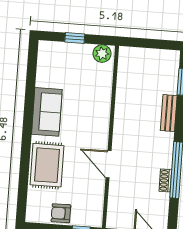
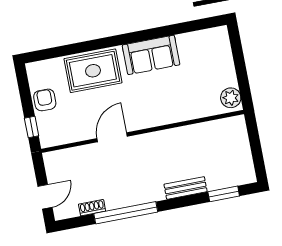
window: (75, 38) -> (240, 63), removed
shoe rack: (165, 181) -> (92, 208), moved

